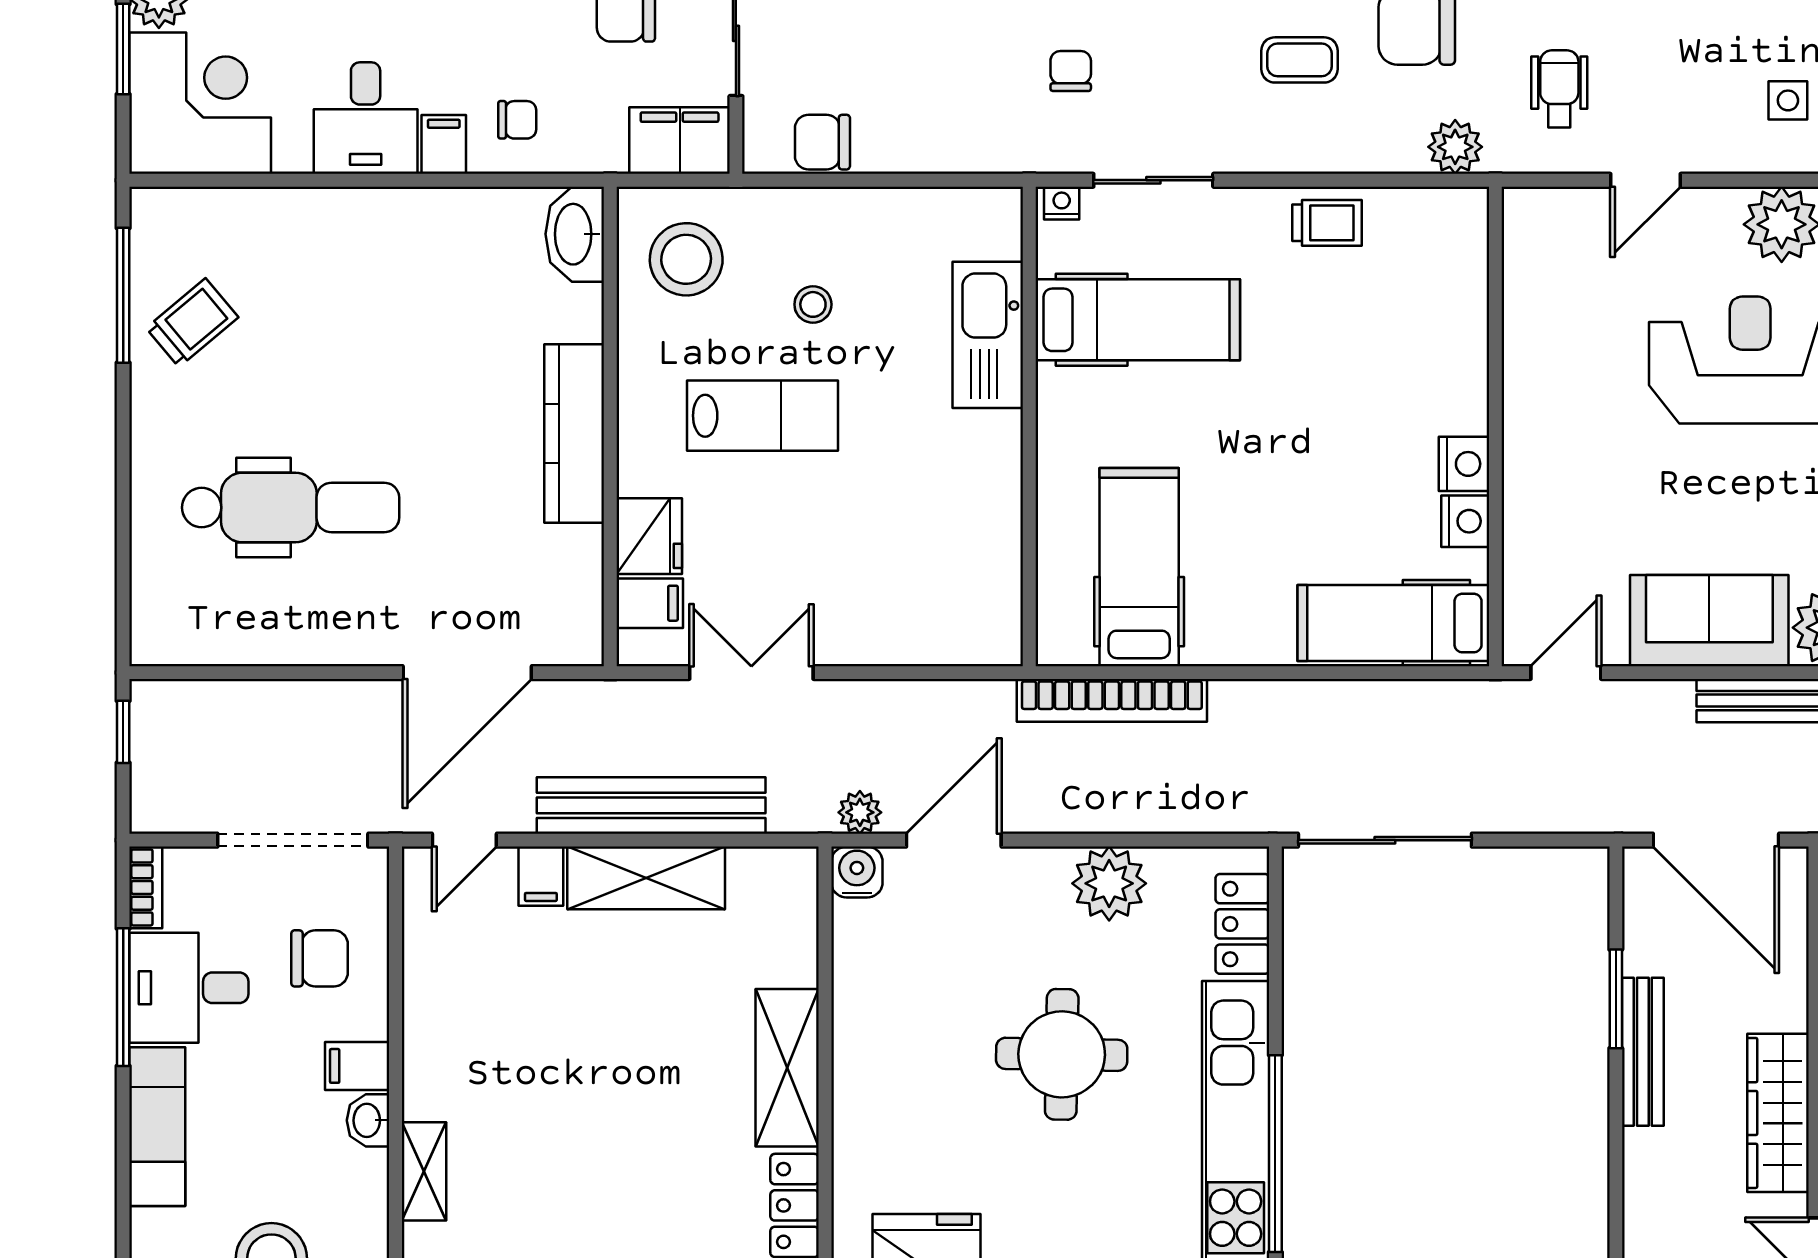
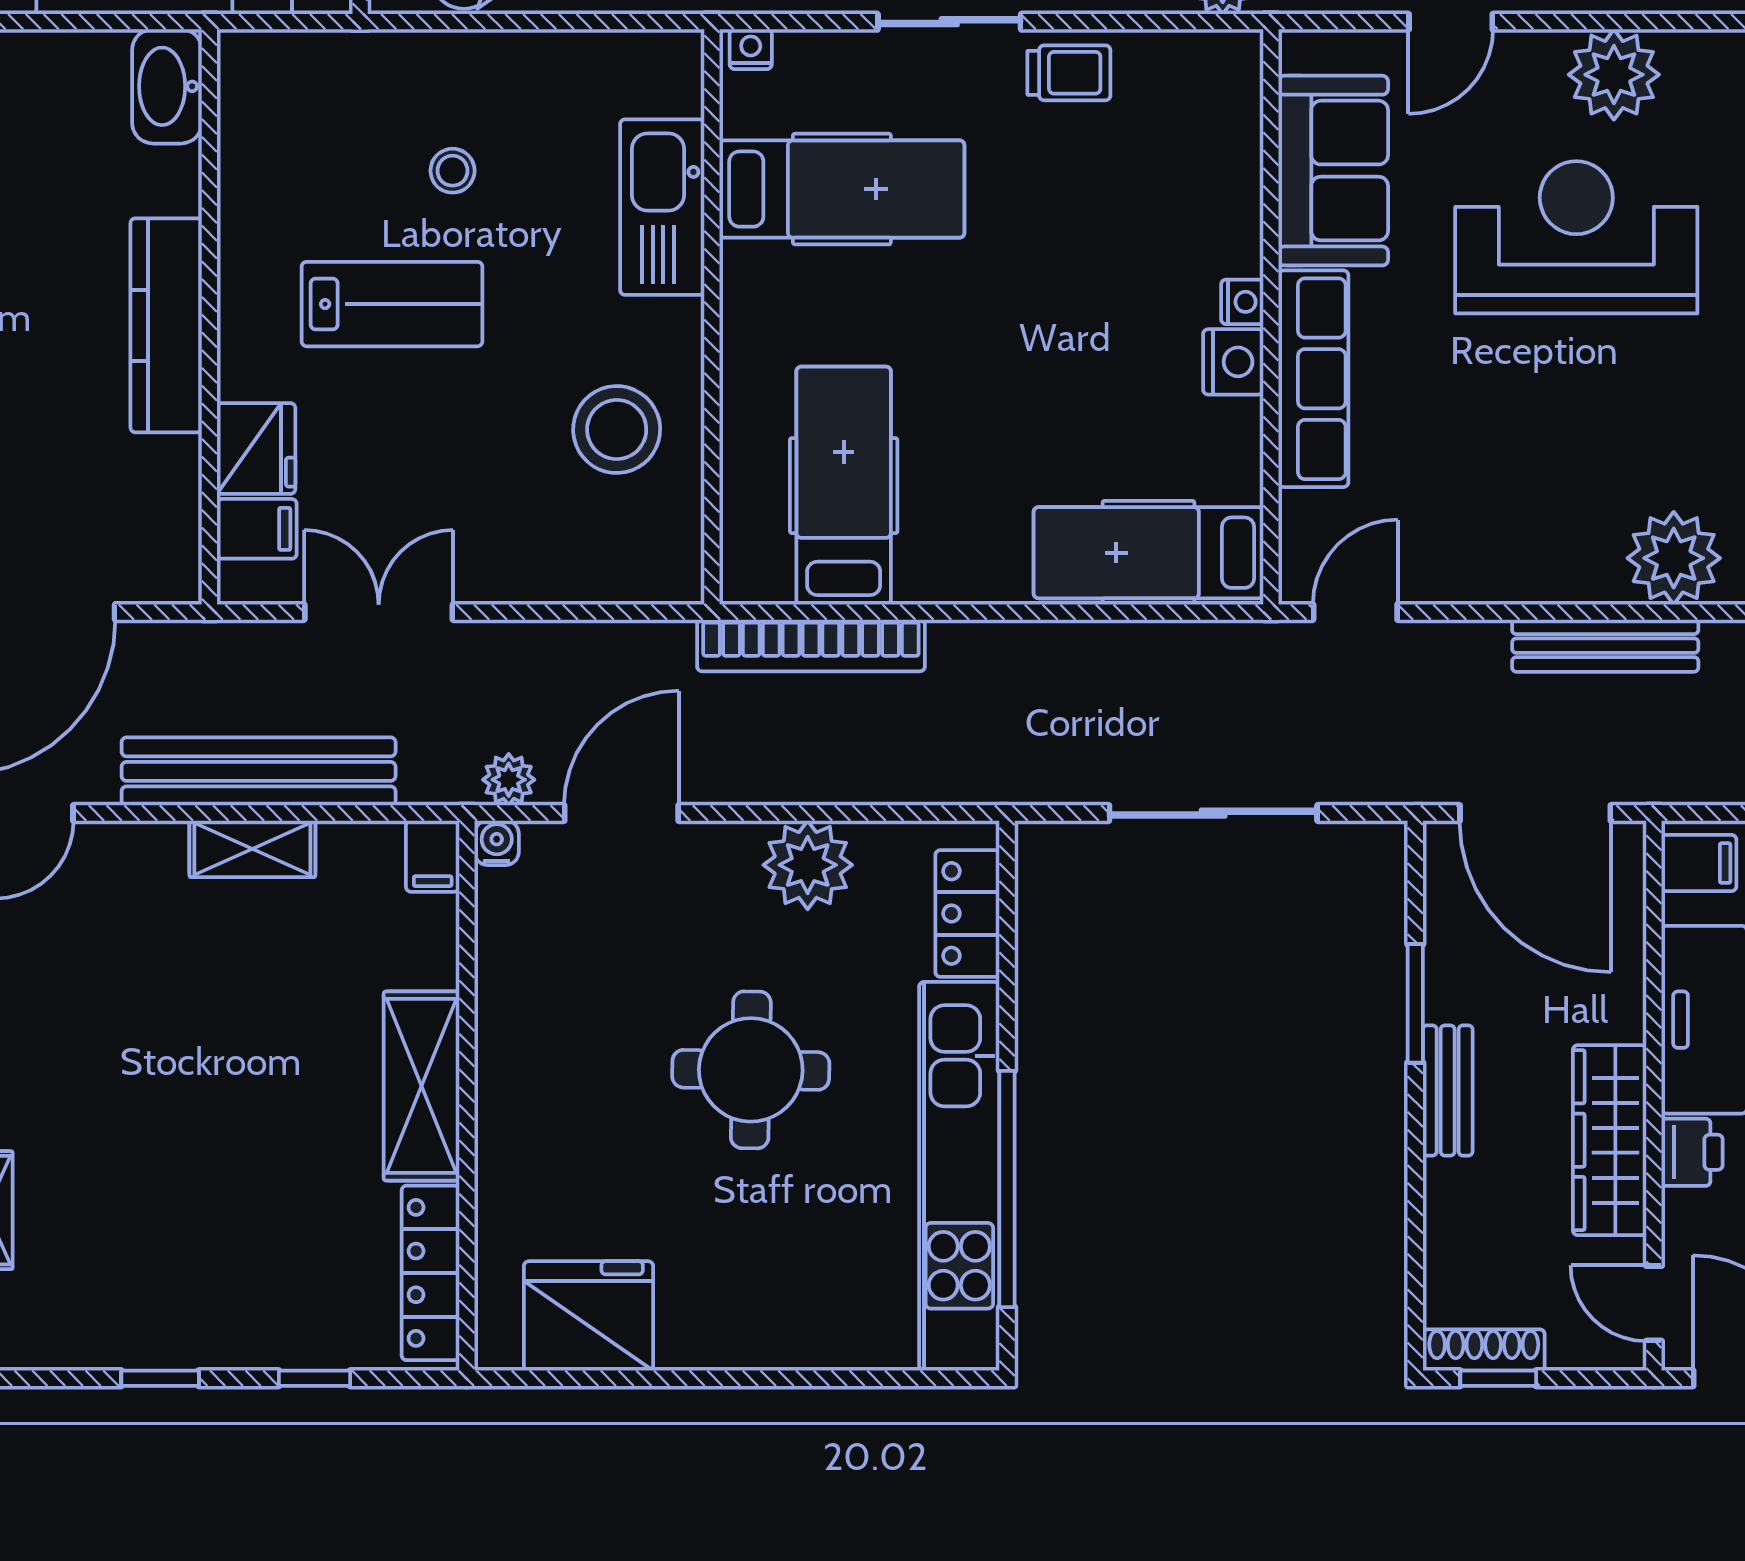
sliding door: (1153, 180) -> (949, 22), moved
stool: (686, 259) -> (617, 430), moved
row of seats: (1531, 478) -> (1313, 379), added
nightstand: (1465, 521) -> (1242, 302), moved, width x0.72, depth x0.74
sofa: (1709, 621) -> (1333, 171), moved, turned 90
sliding door: (1385, 840) -> (1213, 813), moved
water cooler: (857, 872) -> (497, 843), width x0.72, depth x0.72
filing cabinet: (541, 876) -> (433, 856), moved
shelving: (646, 878) -> (252, 849), width x0.67, depth x0.75
bench: (1643, 1052) -> (1448, 1091), width x0.73

